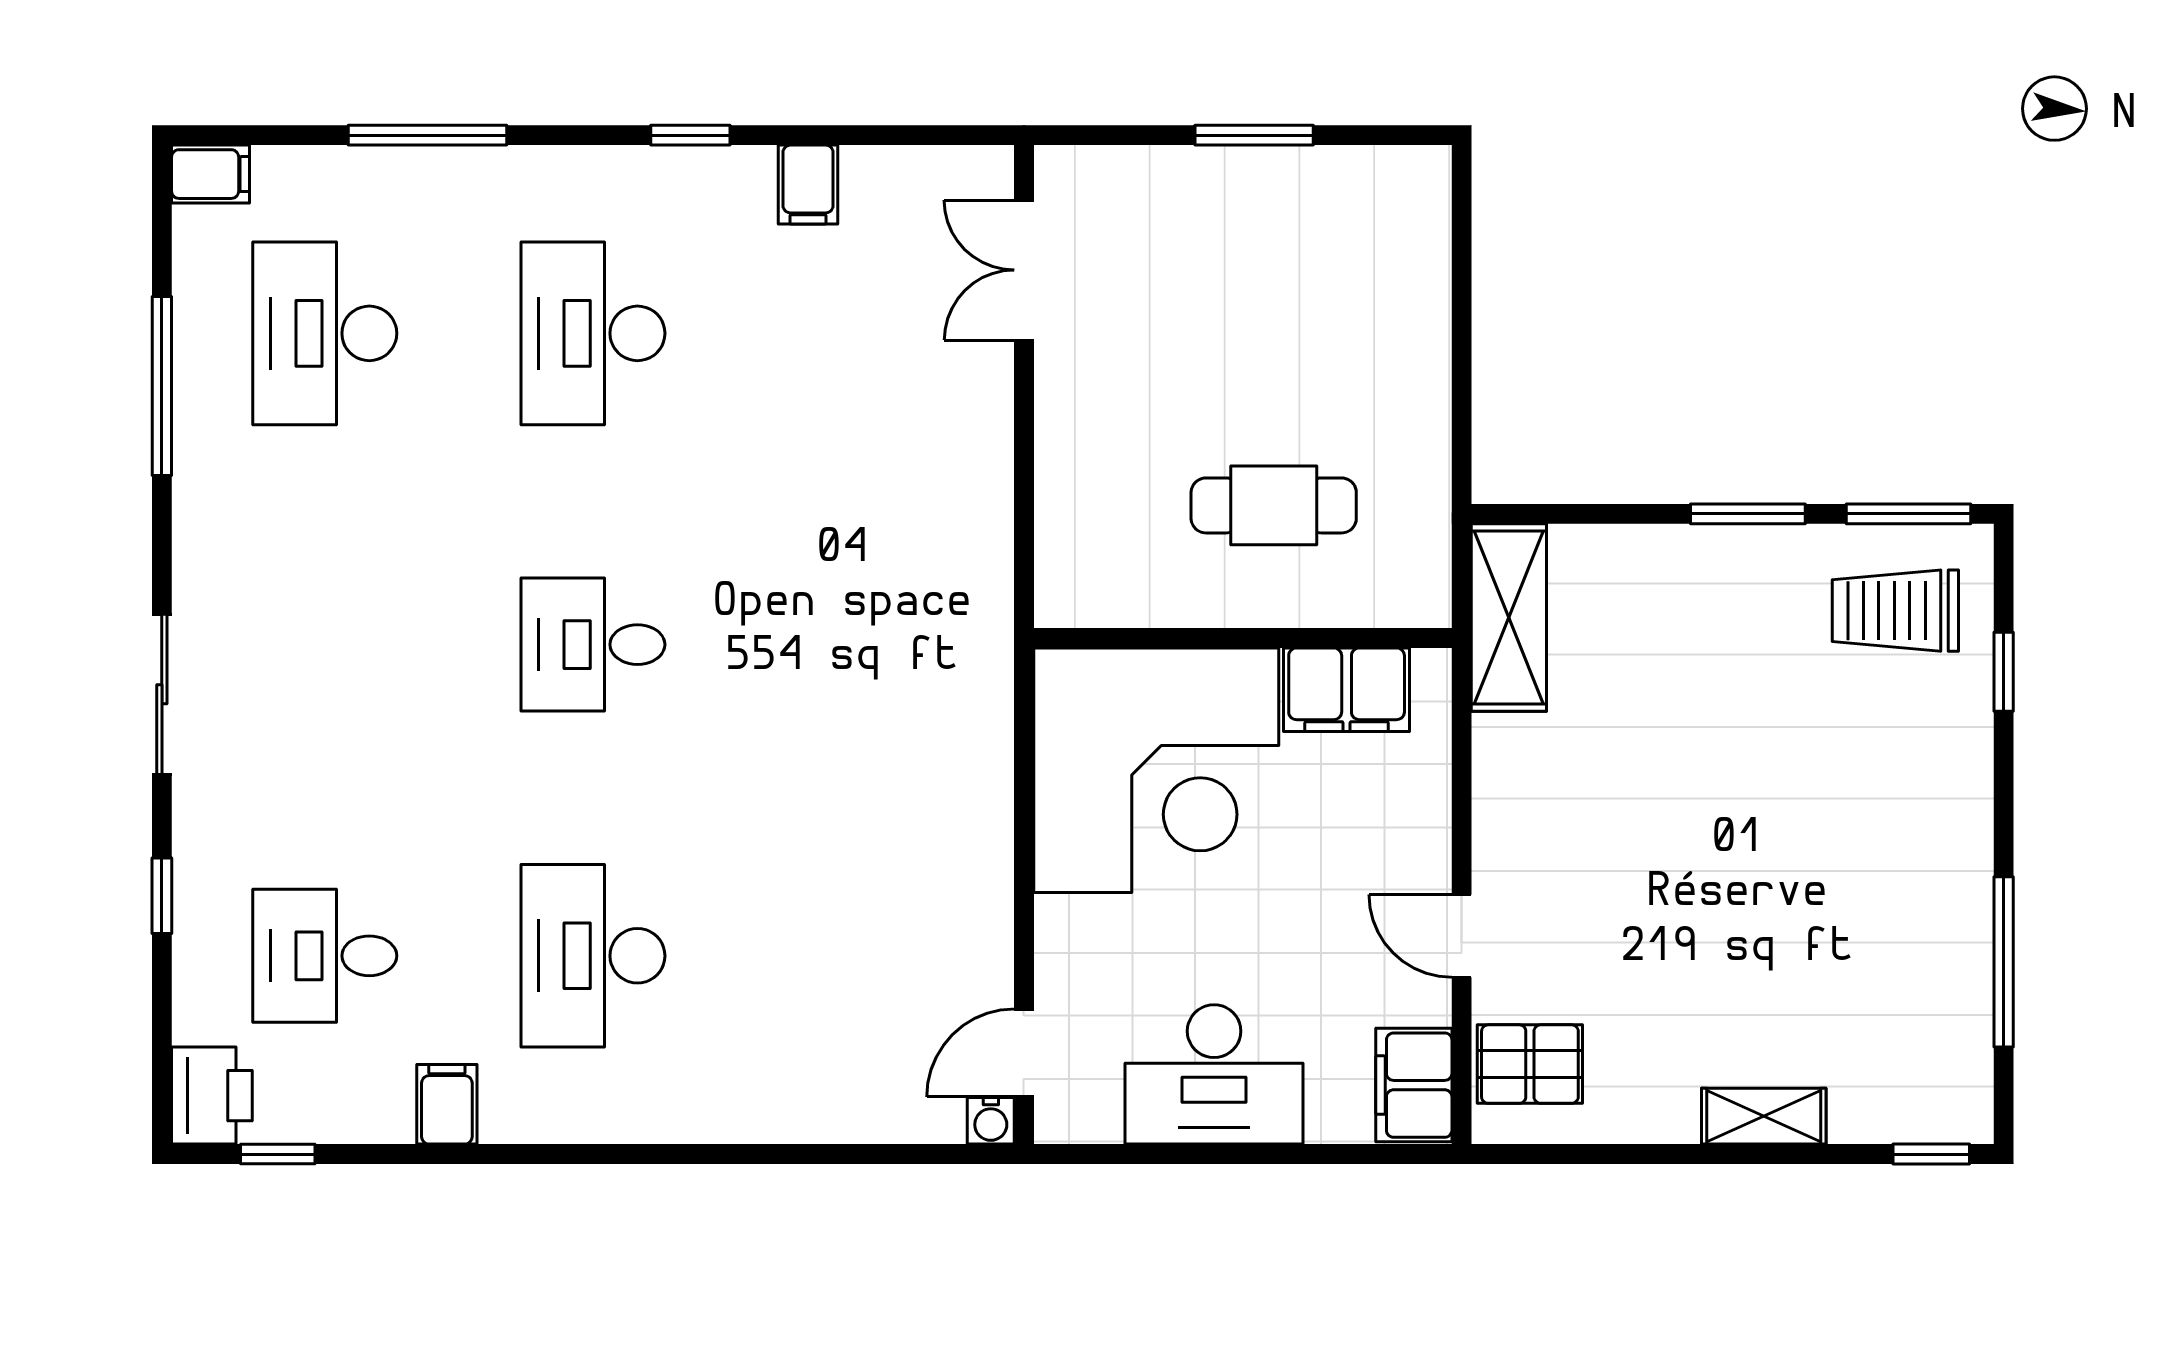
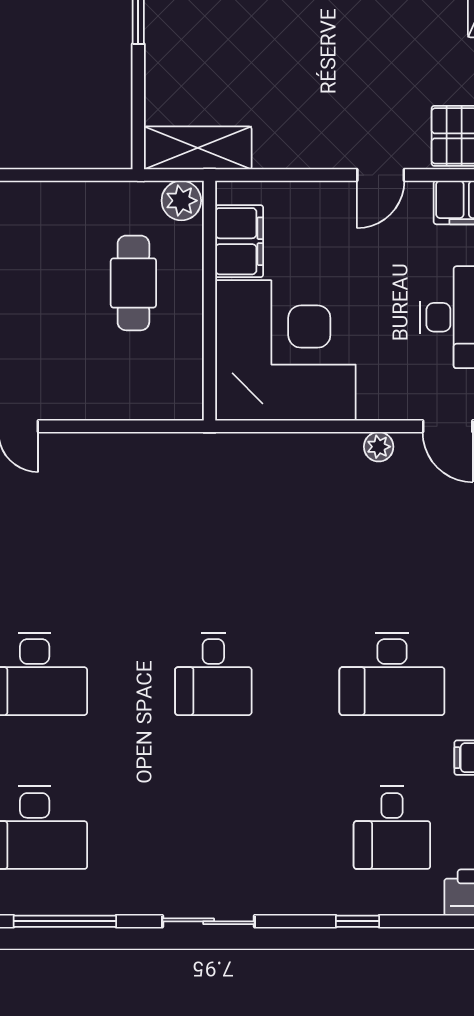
plant: (1417, 589) -> (181, 201), added
sliding door: (162, 694) -> (209, 921), moved
plant: (988, 933) -> (379, 447), added

